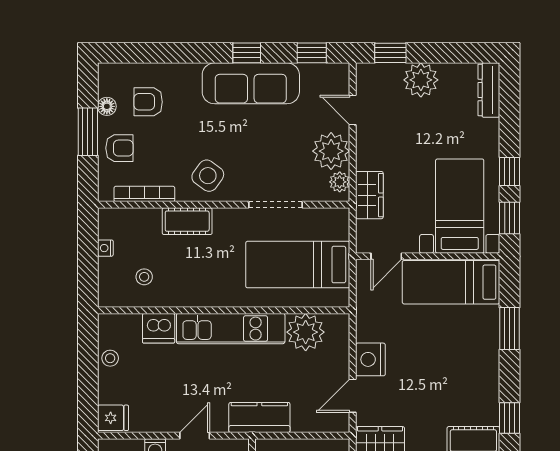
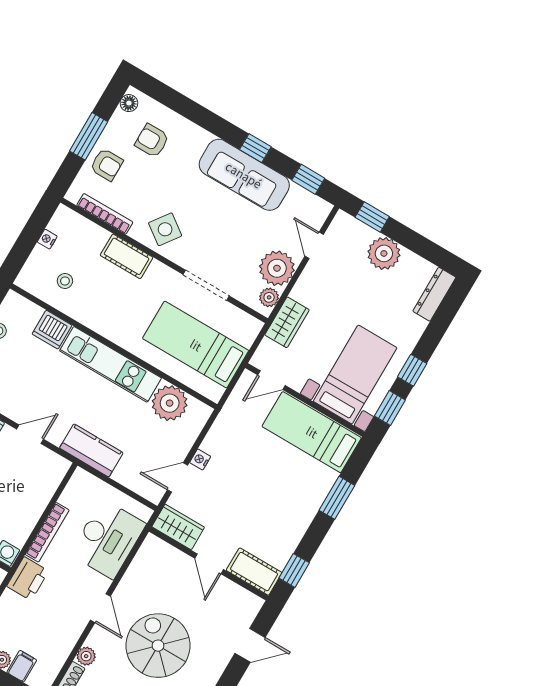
floor lamp: (107, 106) -> (129, 103), moved
nightstand: (370, 359) -> (200, 460), width x0.53, depth x0.56

